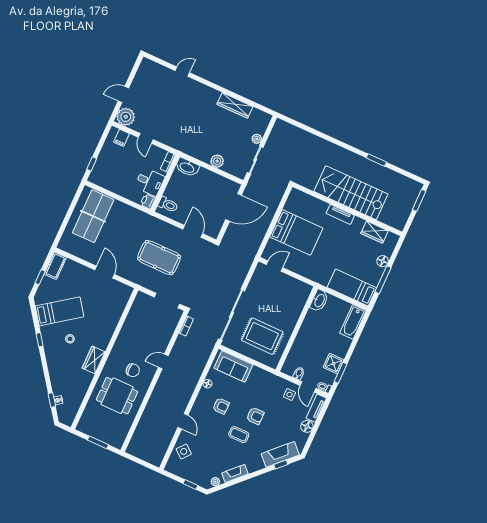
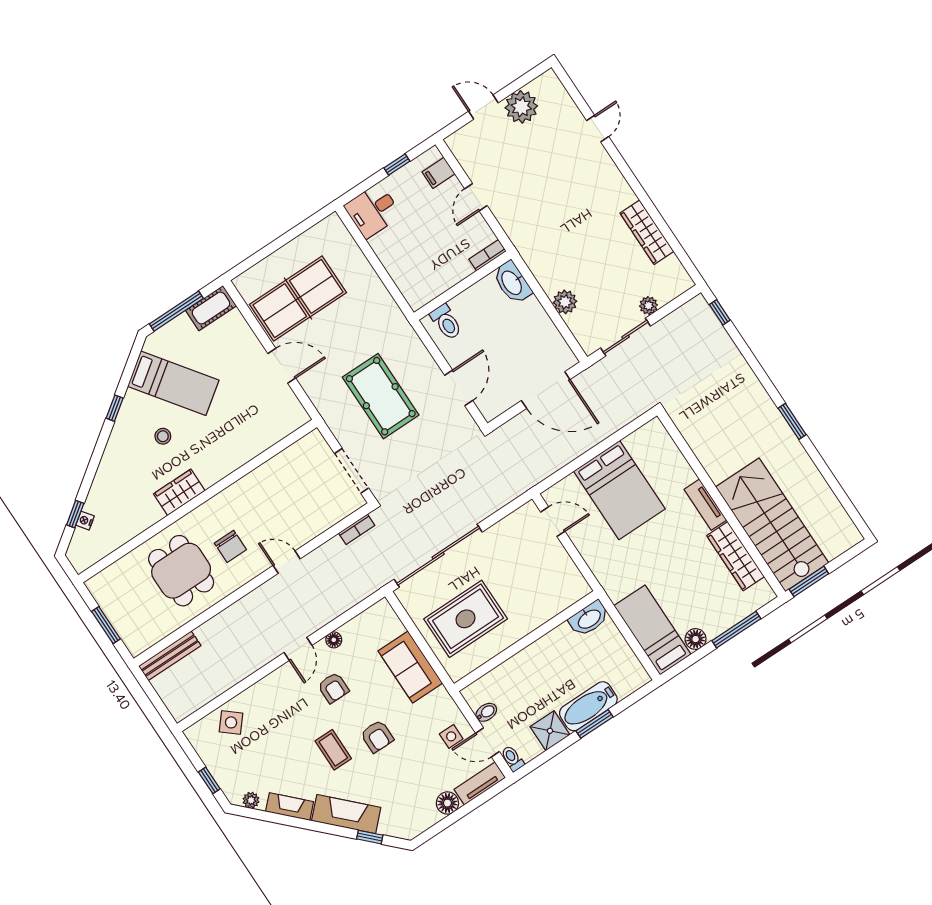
door: (182, 72) -> (598, 129), hinge flipped
plant: (126, 117) -> (521, 107), moved
window: (292, 121) -> (720, 312), added
window: (376, 160) -> (792, 421), moved
window: (92, 164) -> (397, 165), moved
desk: (150, 182) -> (373, 211), moved, turned 90
stairs: (351, 193) -> (772, 525), moved
window: (419, 200) -> (809, 581), moved
printer: (148, 201) -> (418, 298), removed
table tennis table: (93, 216) -> (298, 298), moved
wardrobe: (374, 232) -> (736, 556), width x1.50
floor lamp: (383, 261) -> (696, 639), moved
door: (105, 272) -> (282, 366), hinge flipped
window: (40, 277) -> (176, 311), width x2.17
window: (383, 280) -> (736, 630), moved
bathtub: (353, 322) -> (588, 706), moved
rug: (262, 336) -> (466, 619), turned 90
sofa: (233, 366) -> (410, 667), moved
window: (341, 373) -> (595, 724), moved
door: (308, 387) -> (487, 742), hinge flipped
door: (183, 421) -> (298, 649), moved
bench: (136, 438) -> (170, 656), added
fireplace: (280, 454) -> (346, 814), moved

